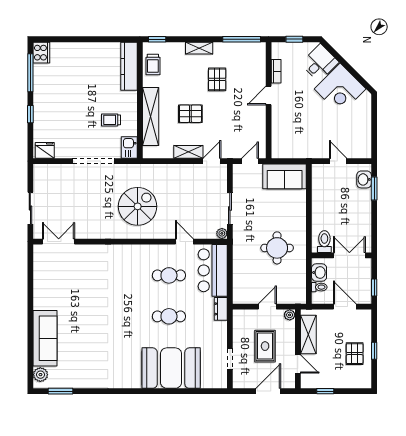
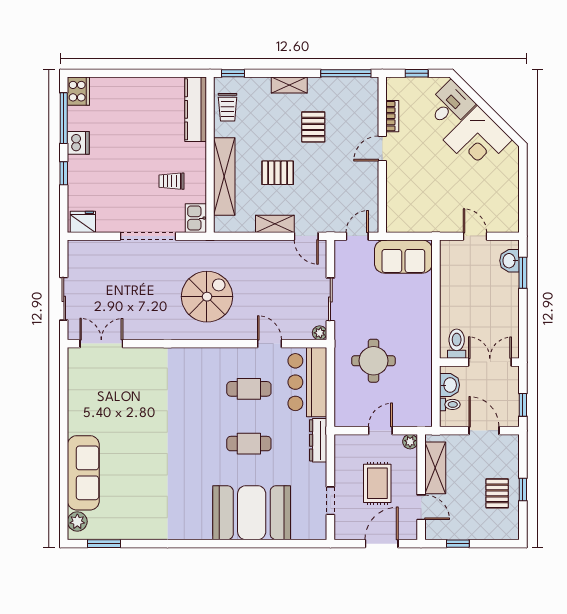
dishwasher: (41, 91) -> (78, 143), added
door: (212, 161) -> (306, 236), swing flipped
round table: (277, 248) -> (373, 361), moved
dresser: (221, 309) -> (318, 440), width x1.44

